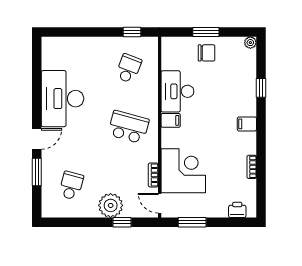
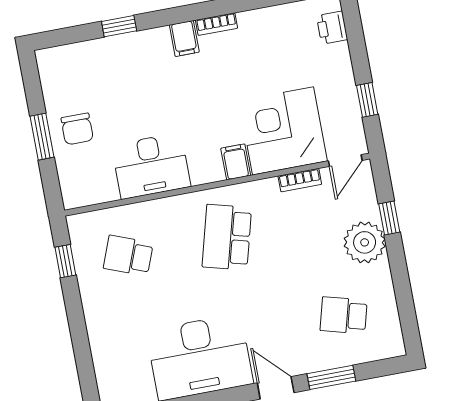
plant: (250, 43) -> (46, 58), removed
chair: (207, 53) -> (77, 129), turned 180
filing cabinet: (171, 120) -> (236, 162), moved
bookcase: (252, 167) -> (216, 24), moved
window: (192, 222) -> (367, 100), width x0.67

